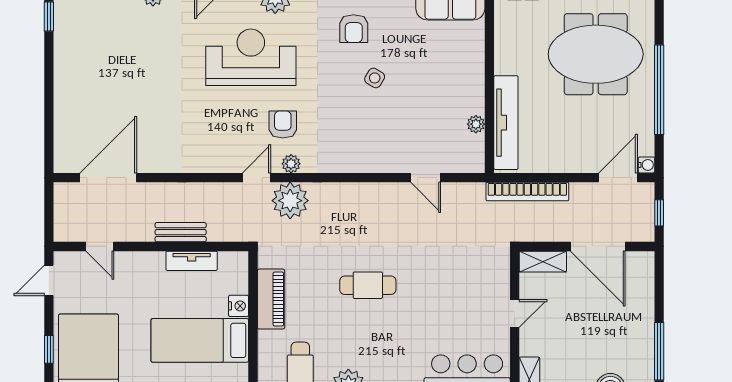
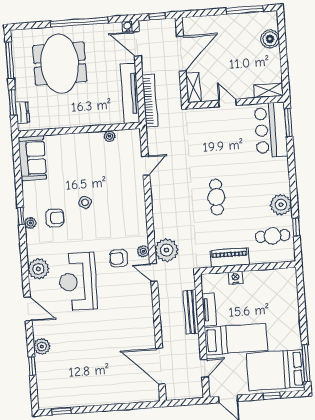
tv unit: (506, 123) -> (130, 93), moved, turned -90
bench: (181, 232) -> (191, 312), width x1.36
bed: (200, 340) -> (236, 339), moved, turned -90

